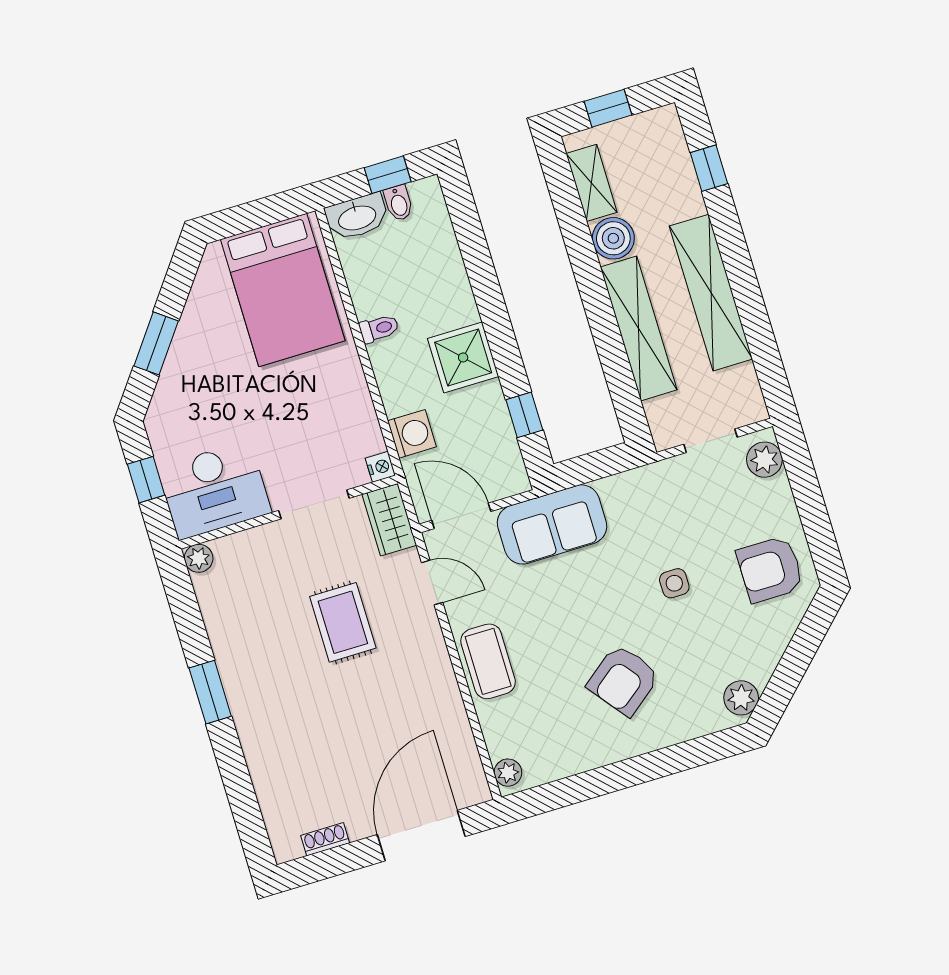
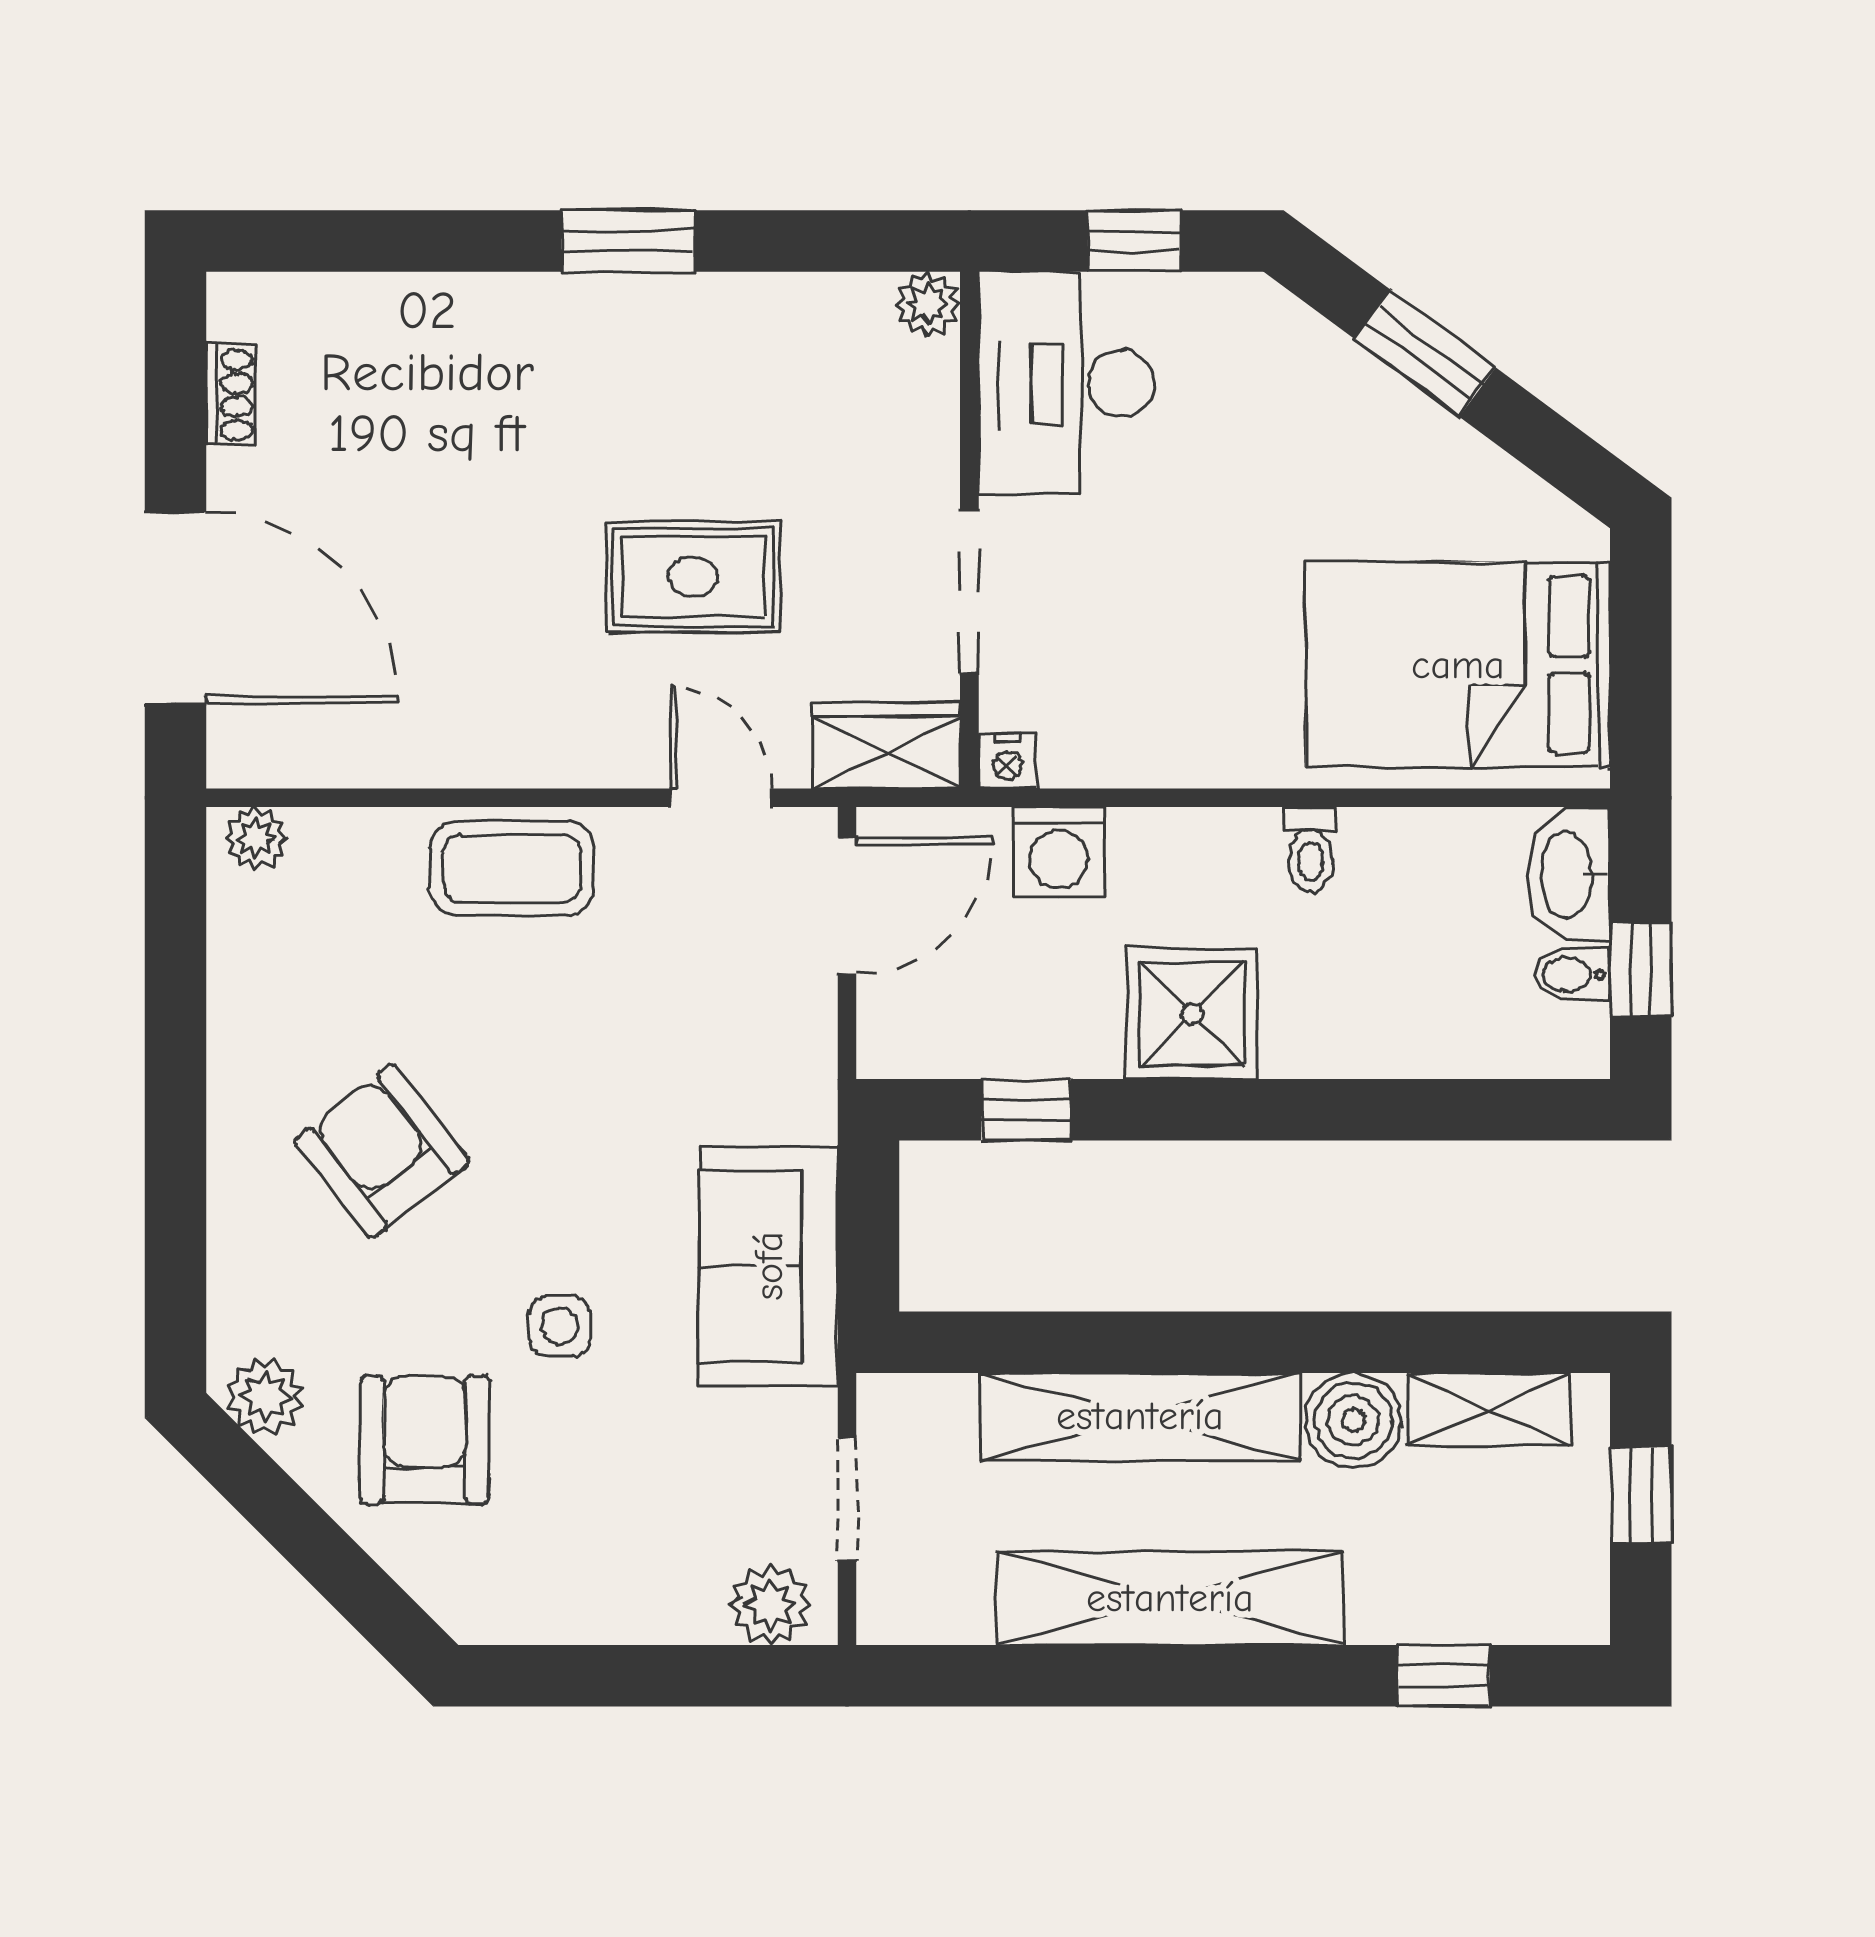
sofa: (552, 524) -> (769, 1266), moved
armchair: (770, 569) -> (425, 1439), moved
door: (432, 582) -> (721, 798), swing flipped

